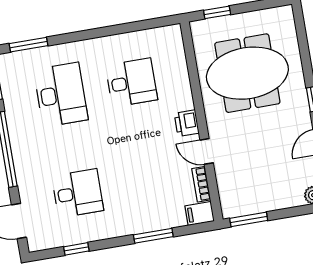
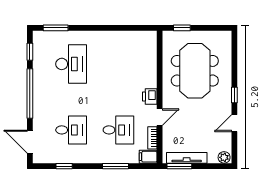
meeting table: (247, 73) -> (195, 71), turned 90
desk: (131, 83) -> (118, 130), moved
door: (207, 151) -> (160, 117), swing flipped
tv unit: (257, 205) -> (187, 158), added

